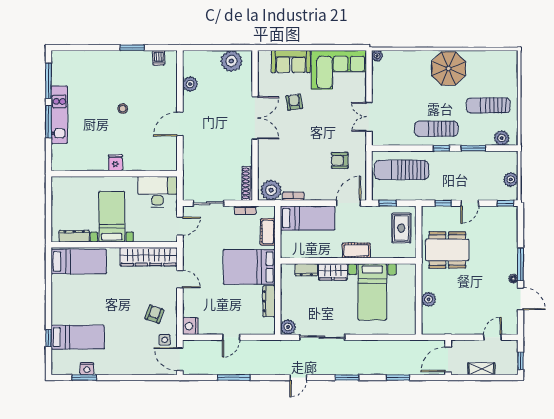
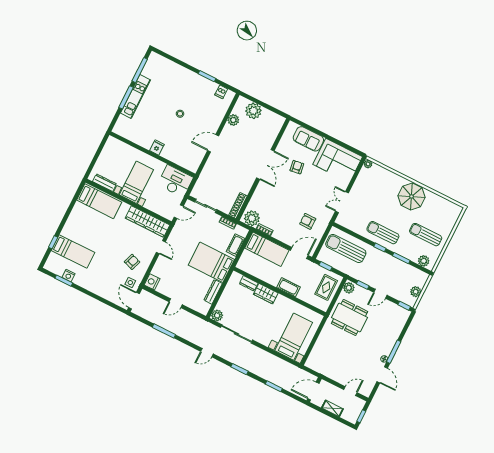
plant: (231, 61) -> (253, 111), moved
bed with nightstands: (372, 292) -> (294, 337), moved, turned 180
plant: (429, 299) -> (349, 288), moved

